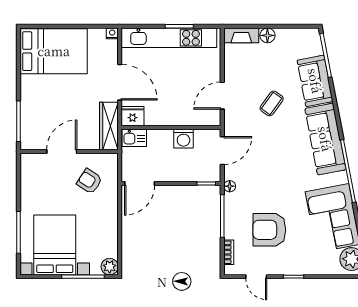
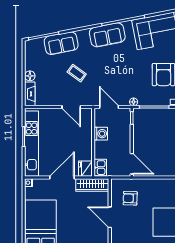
sofa: (325, 139) -> (107, 35), width x0.73
armchair: (89, 181) -> (130, 198), turned 59

